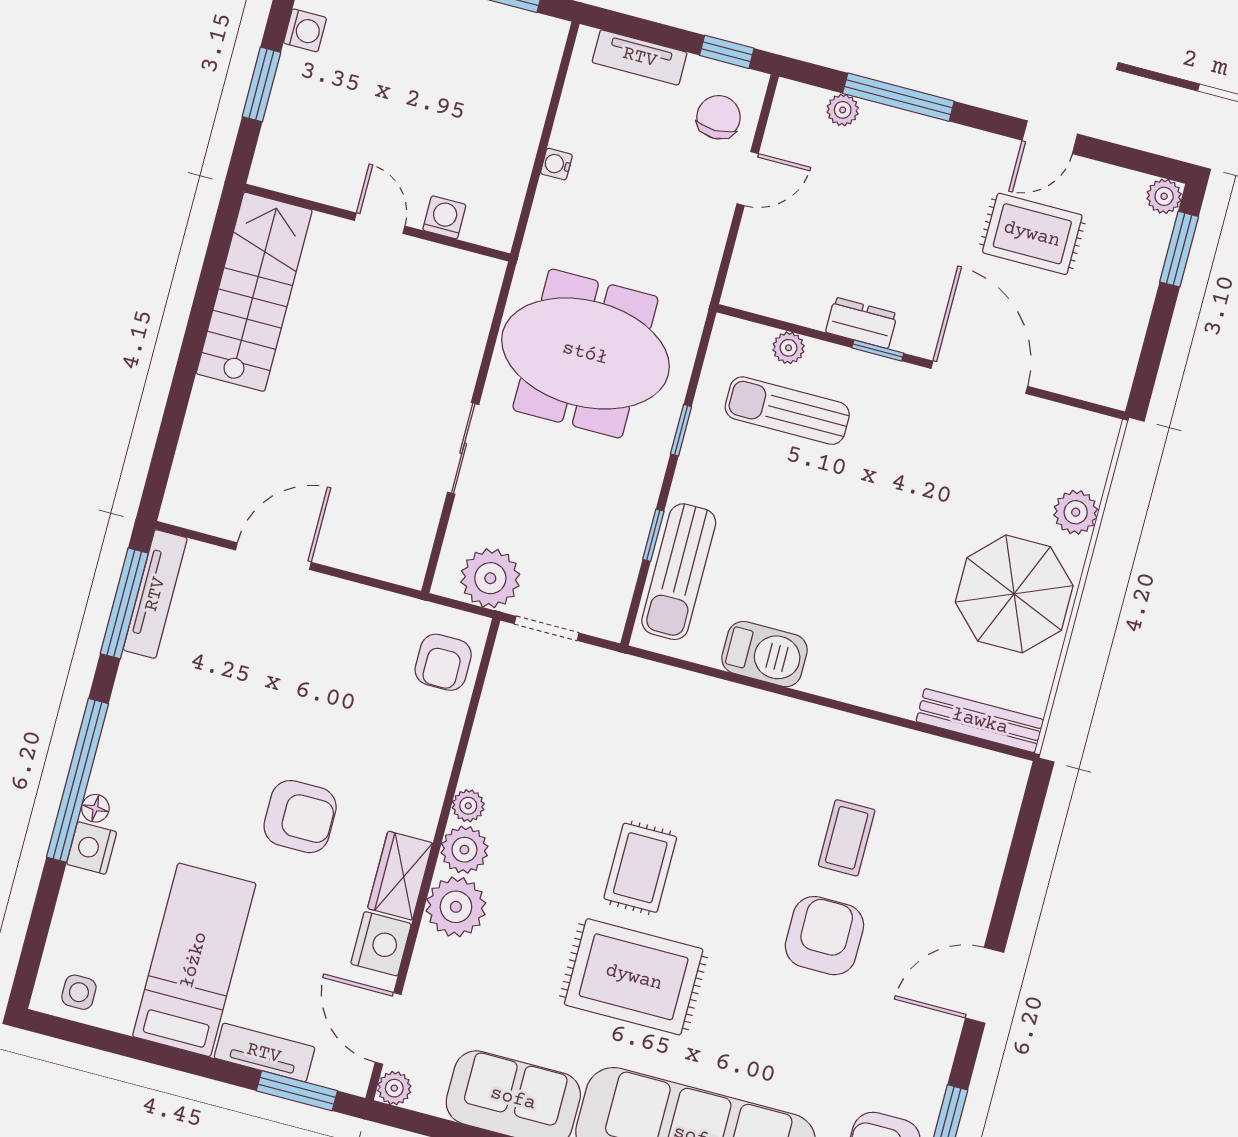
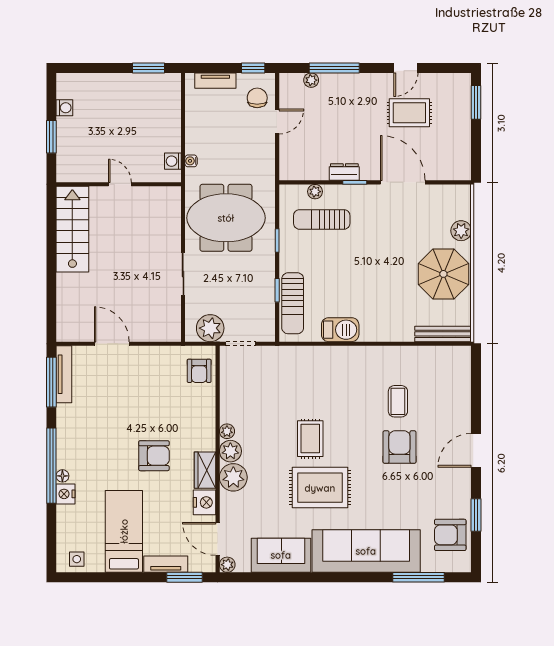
water cooler: (556, 164) -> (191, 161), moved
plant: (1164, 196) -> (463, 81), removed
washing machine: (444, 217) -> (173, 161), moved, turned -90
door: (273, 556) -> (112, 344), hinge flipped

